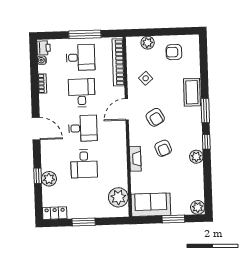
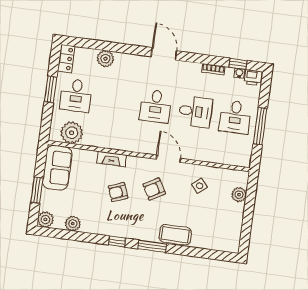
armchair: (174, 52) -> (224, 222), removed
bookcase: (118, 62) -> (223, 158), removed
door: (36, 129) -> (164, 54), swing flipped
plant: (196, 157) -> (73, 224), moved
desk: (84, 164) -> (76, 95), moved, turned -90
window: (38, 176) -> (238, 64), moved

